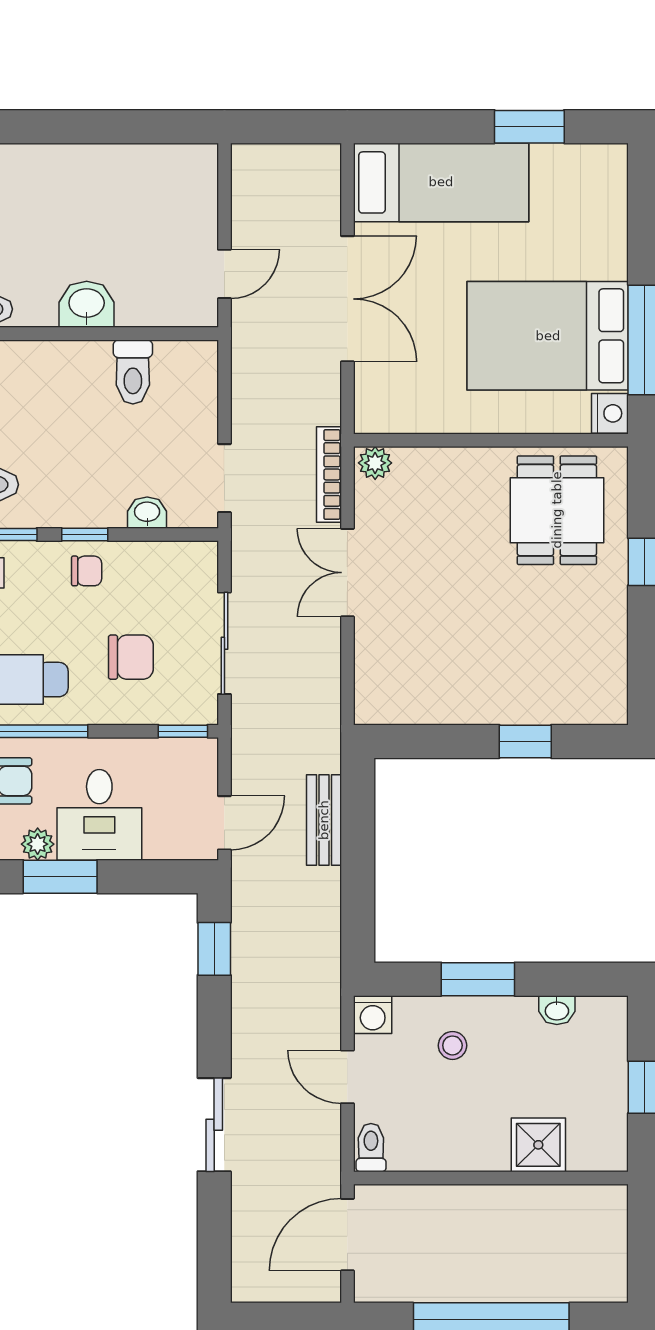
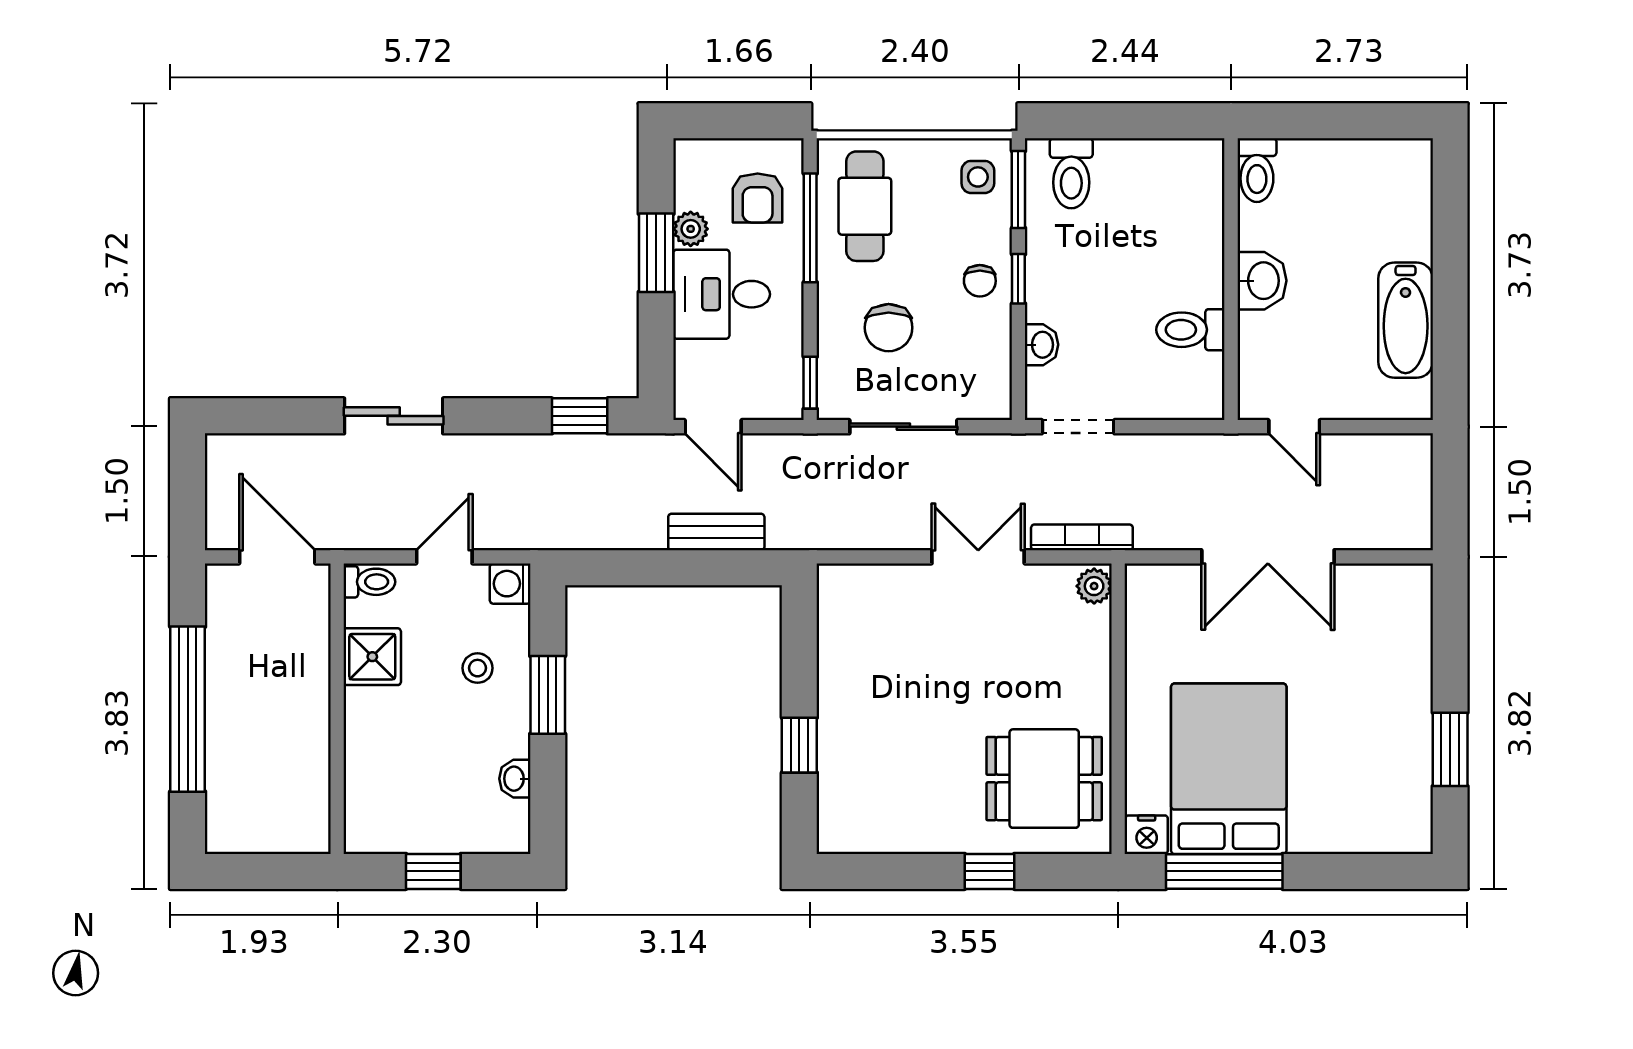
bathtub: (124, 169) -> (1406, 320), added
bed: (441, 182) -> (1391, 656), removed
shower: (538, 1145) -> (372, 657), moved

